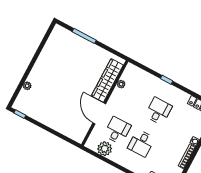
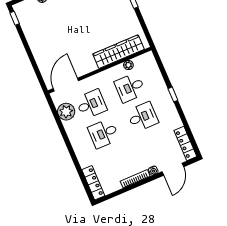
desk: (134, 98) -> (130, 88), added
door: (99, 113) -> (66, 85), moved

